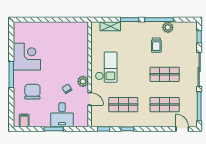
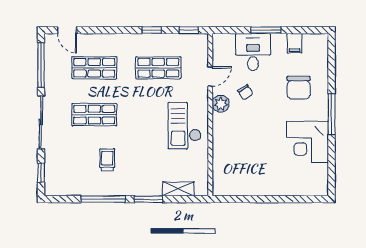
plant: (168, 27) -> (89, 187), removed
door: (90, 99) -> (210, 76), swing flipped
filing cabinet: (24, 120) -> (295, 43), moved

